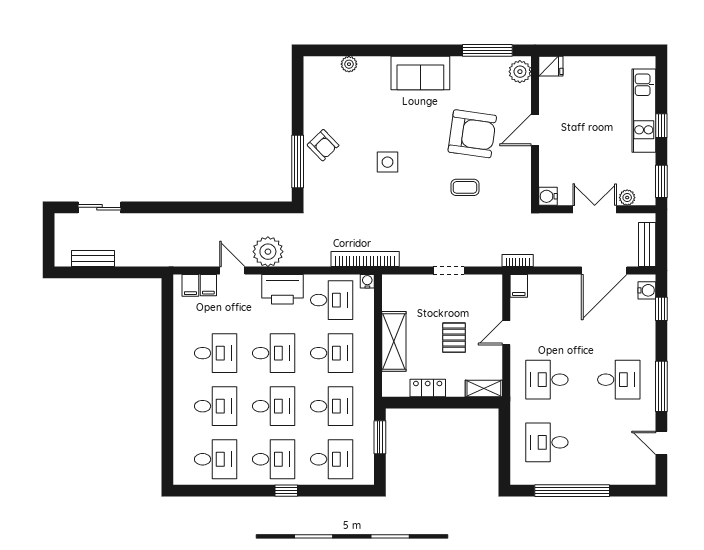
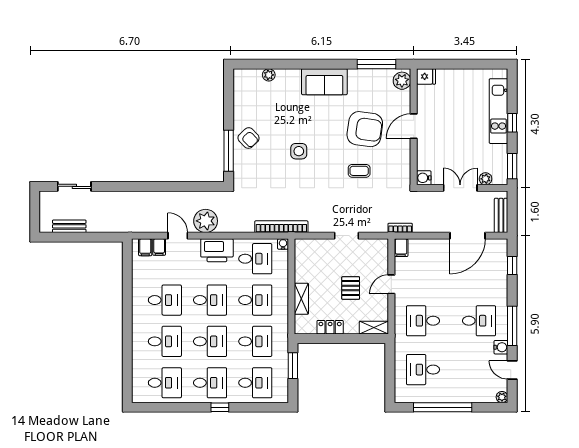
water cooler: (647, 290) -> (501, 347), moved
shelving: (394, 341) -> (301, 299), width x0.67, depth x0.75
plant: (648, 478) -> (502, 397), added

